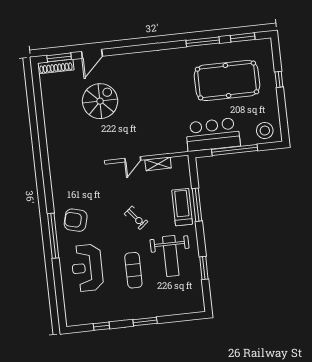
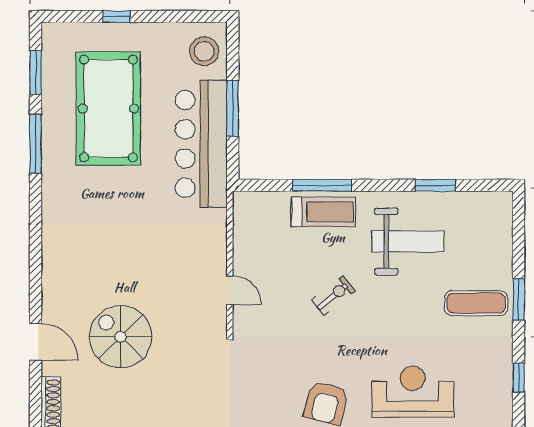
window: (59, 57) -> (35, 401), removed
bar counter: (213, 134) -> (201, 144), width x1.36
window: (235, 150) -> (233, 108), width x0.68
shelving: (158, 164) -> (243, 246), removed
treadmill: (182, 207) -> (324, 212), turned 180
reception desk: (87, 268) -> (413, 392), turned 180
exercise mat: (133, 270) -> (476, 303), moved

